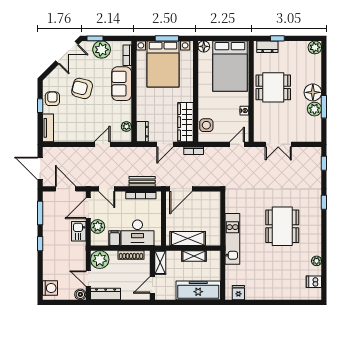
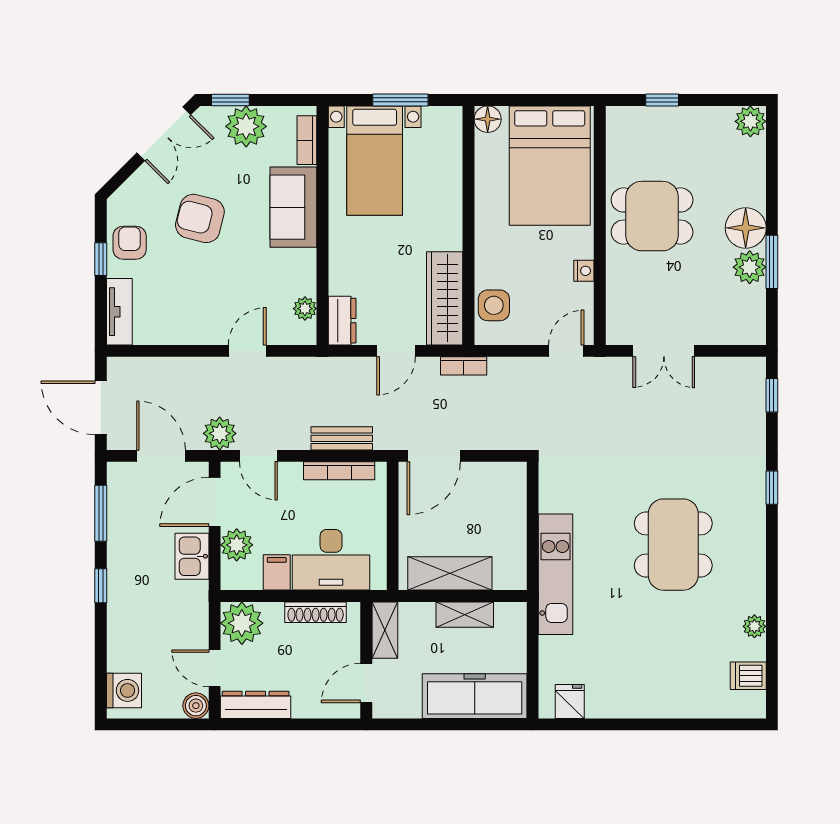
dresser: (267, 47) -> (638, 120), removed
bed with nightstands: (163, 64) -> (375, 161), width x0.73
plant: (90, 179) -> (220, 433), added

